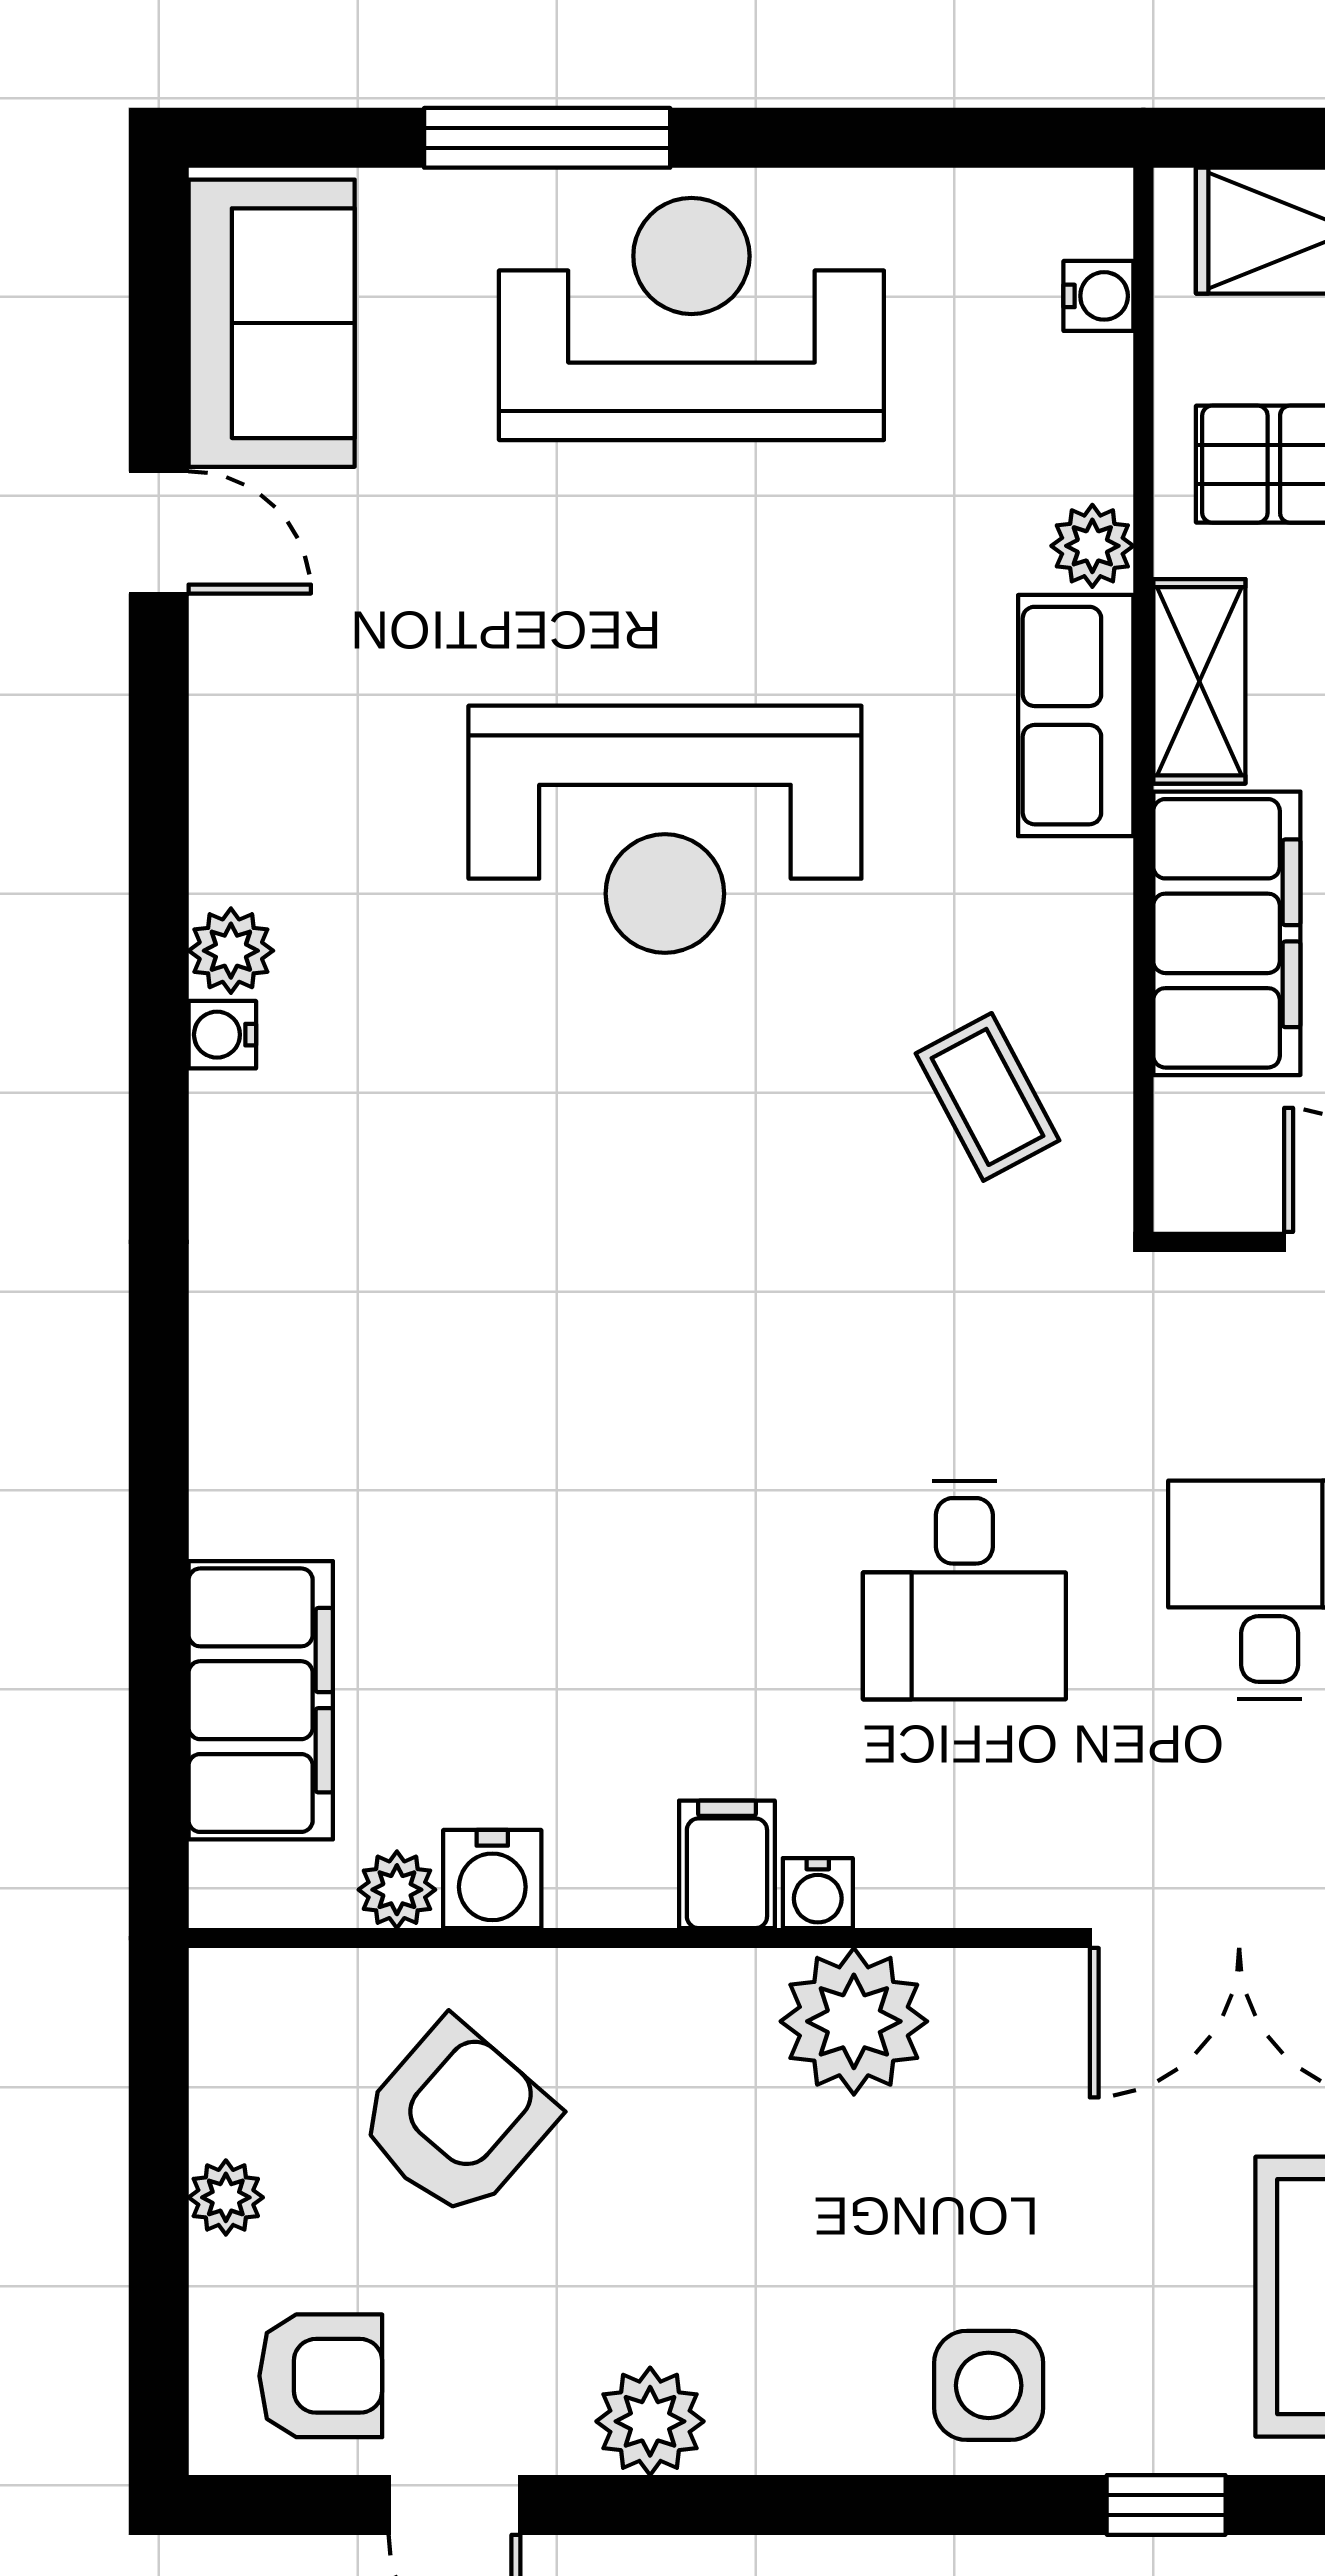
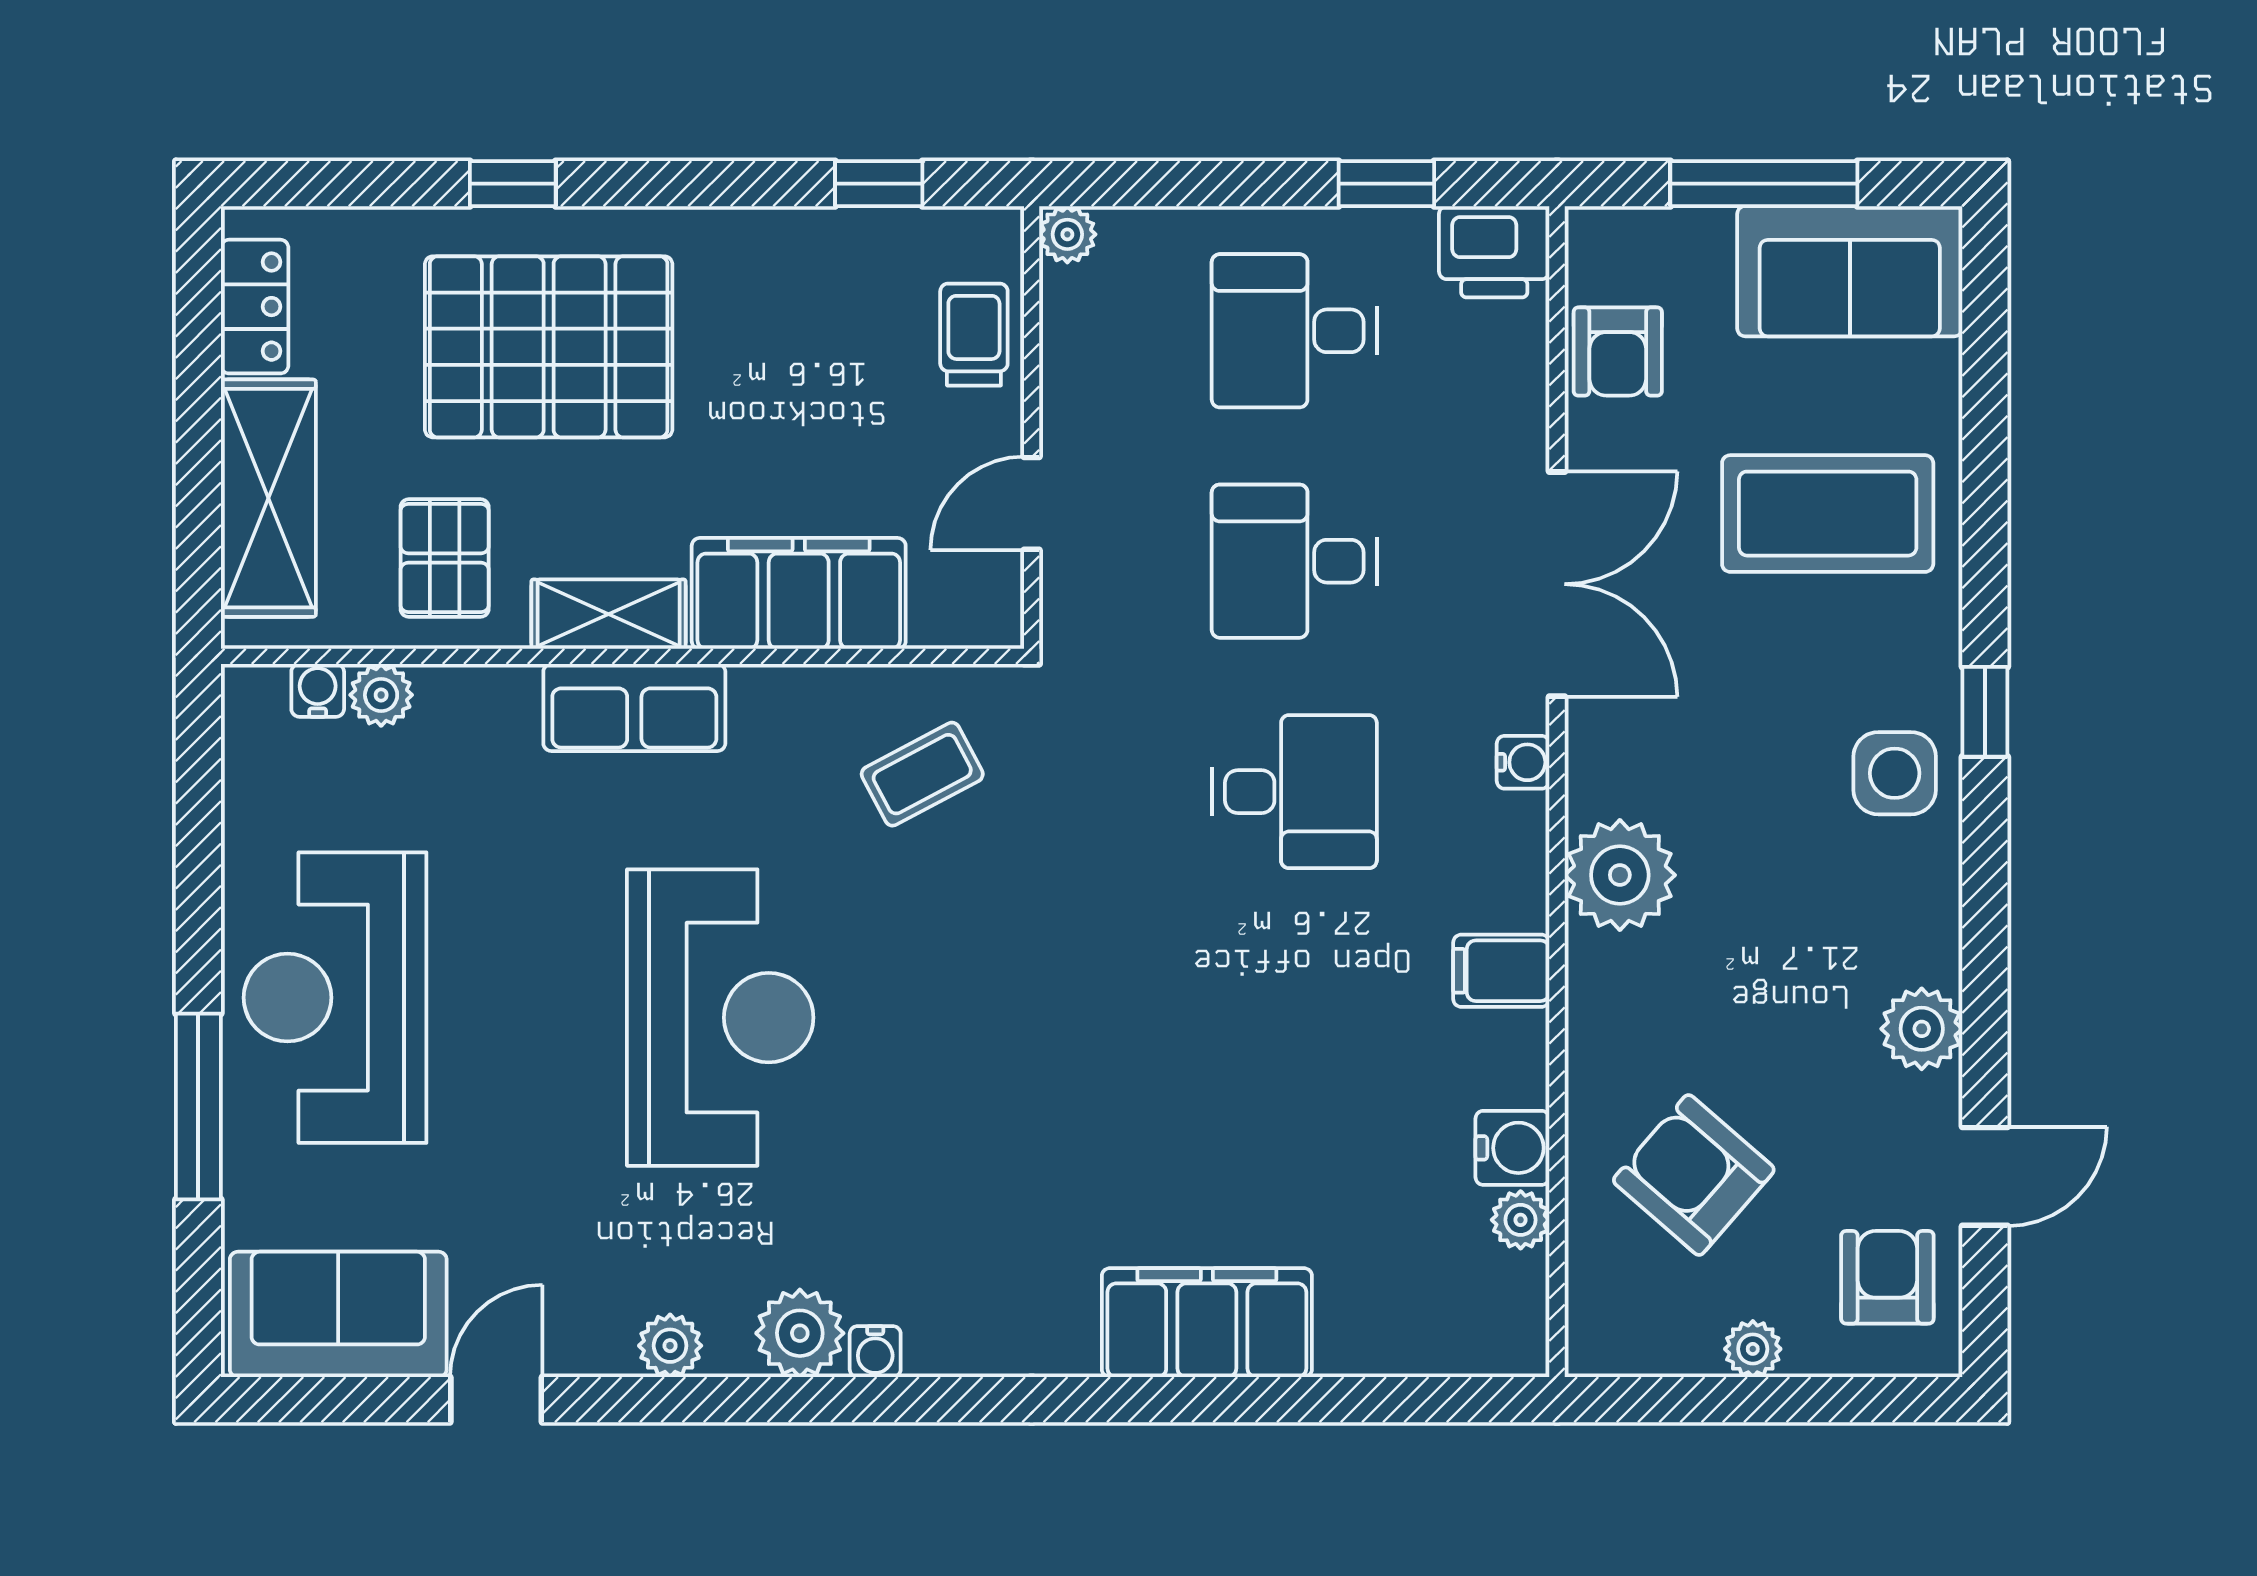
plant: (1092, 546) -> (381, 695), moved
plant: (230, 763) -> (670, 1346), added
plant: (231, 951) -> (800, 1333), width x1.38, depth x1.38
filing cabinet: (261, 1700) -> (1207, 1323), moved
water cooler: (818, 1893) -> (1523, 762), moved
window: (1166, 2505) -> (1985, 712), moved

